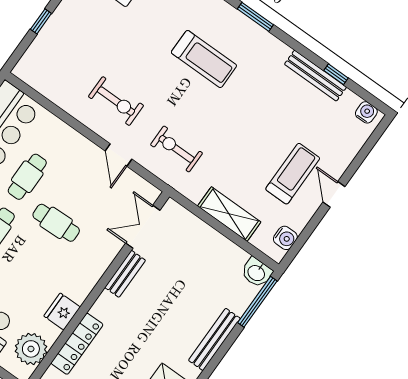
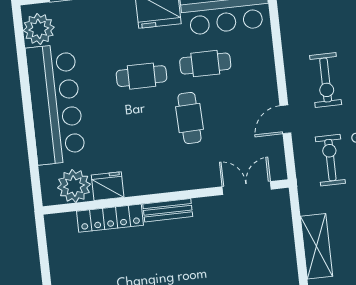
bench: (125, 274) -> (168, 210), moved
fridge: (62, 312) -> (108, 186), moved

